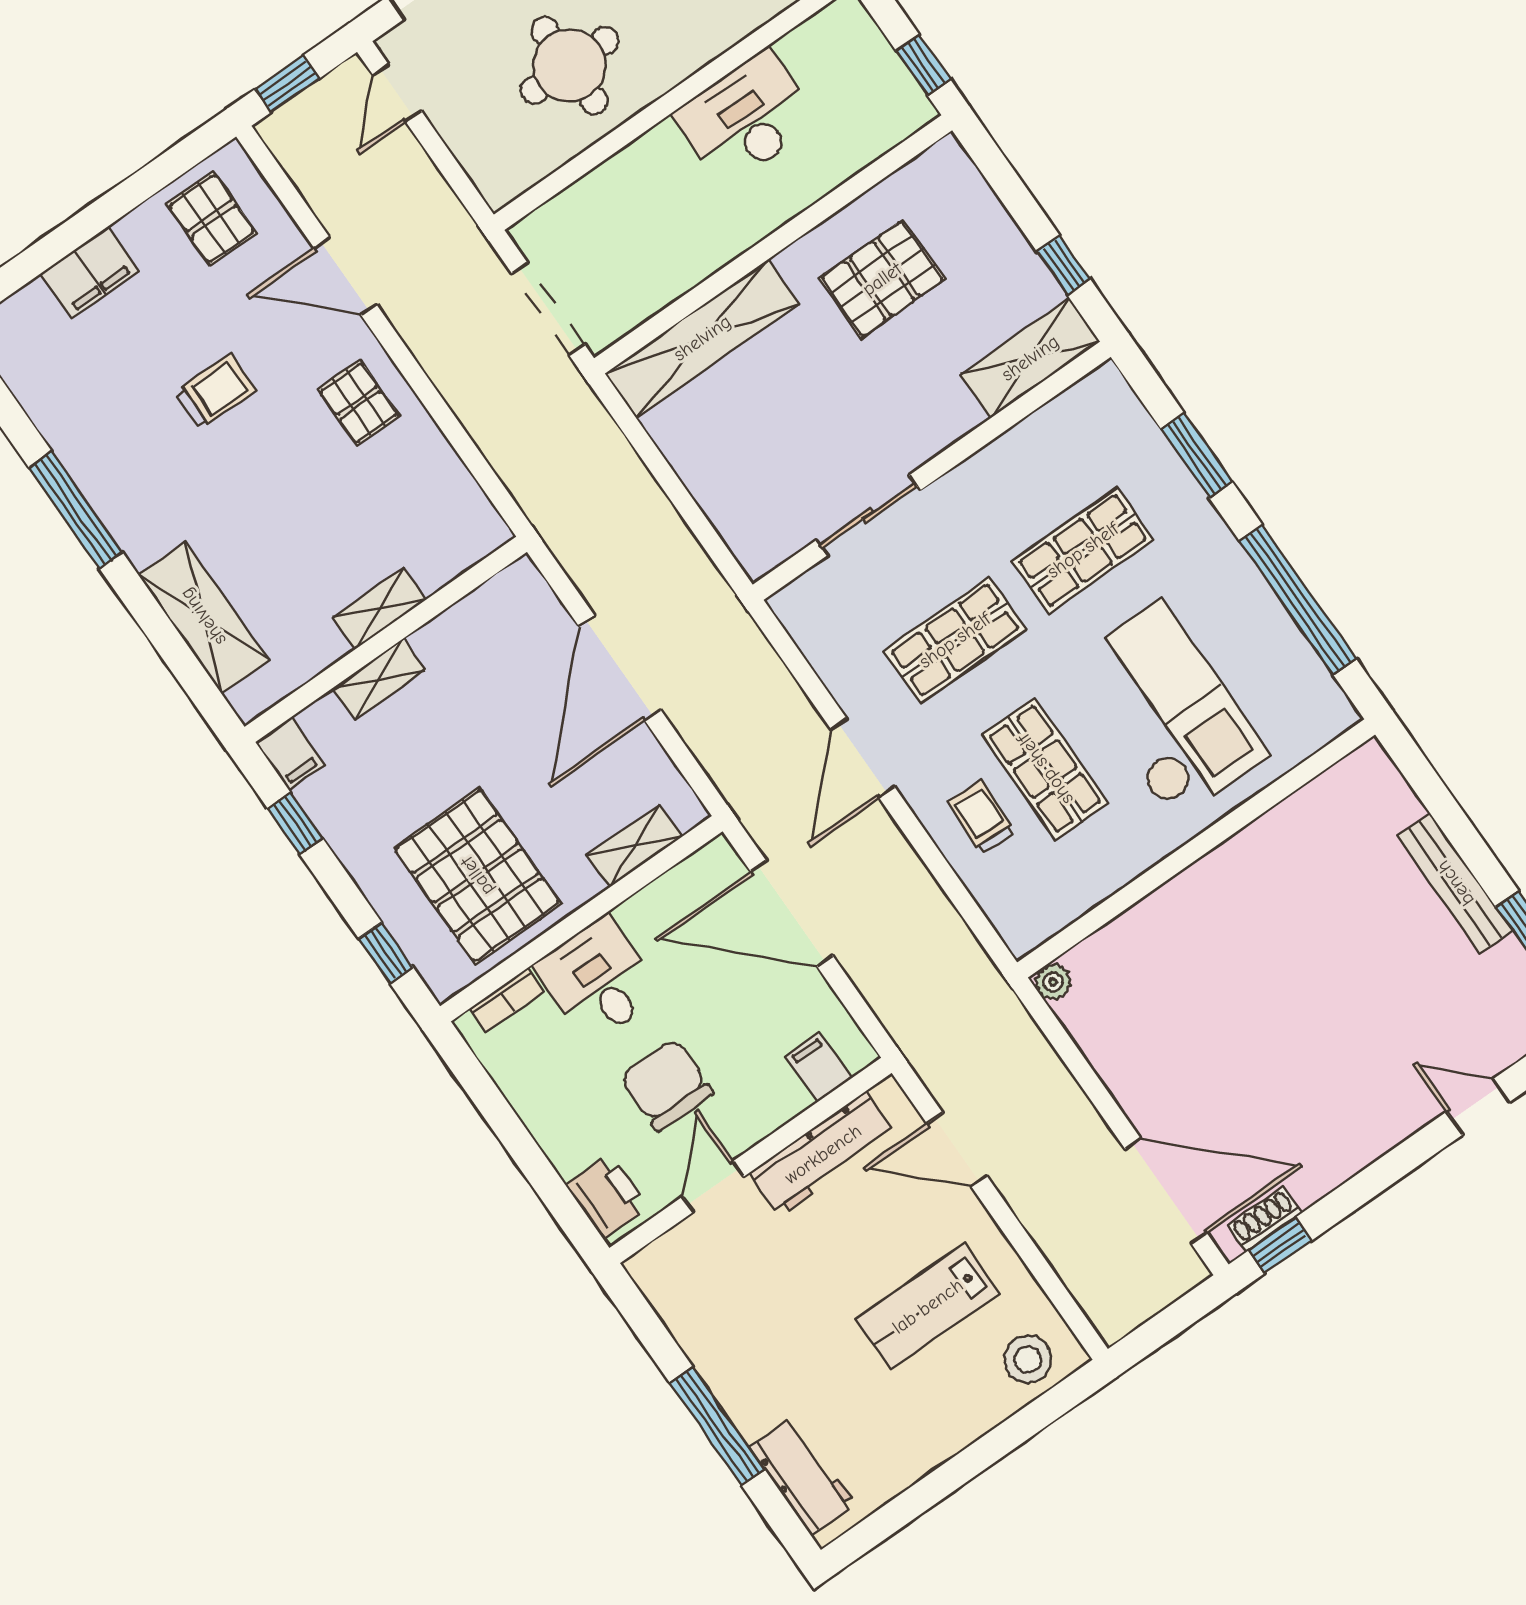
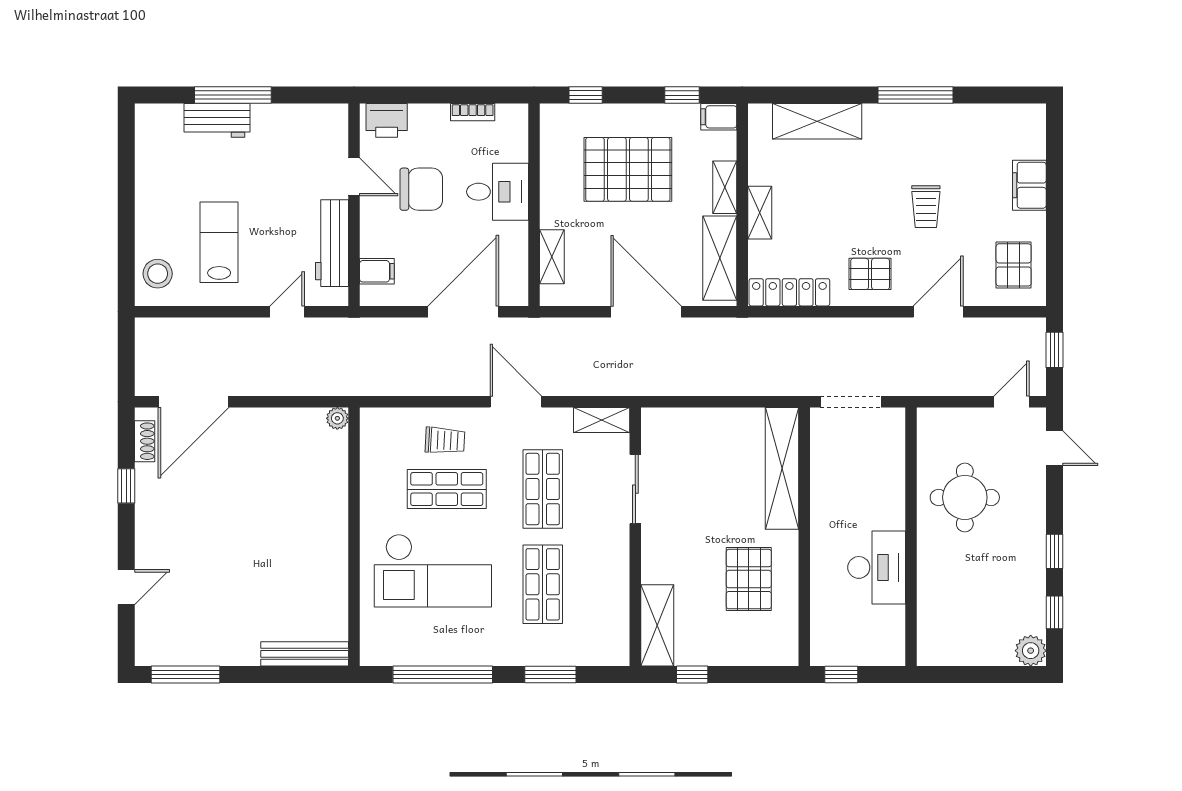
door: (397, 93) -> (1012, 402), hinge flipped
pallet: (212, 219) -> (1014, 265), turned 90
locker: (459, 494) -> (789, 292), added
shelving: (479, 619) -> (720, 258), added
shelving: (807, 626) -> (602, 420), added
pallet: (477, 876) -> (628, 169), moved
bench: (1455, 883) -> (305, 654), moved
bookcase: (507, 1000) -> (473, 112), moved, turned -90
door: (957, 1150) -> (287, 312), width x0.73
window: (1280, 1246) -> (126, 486), moved
workbench: (803, 1475) -> (217, 120), moved

